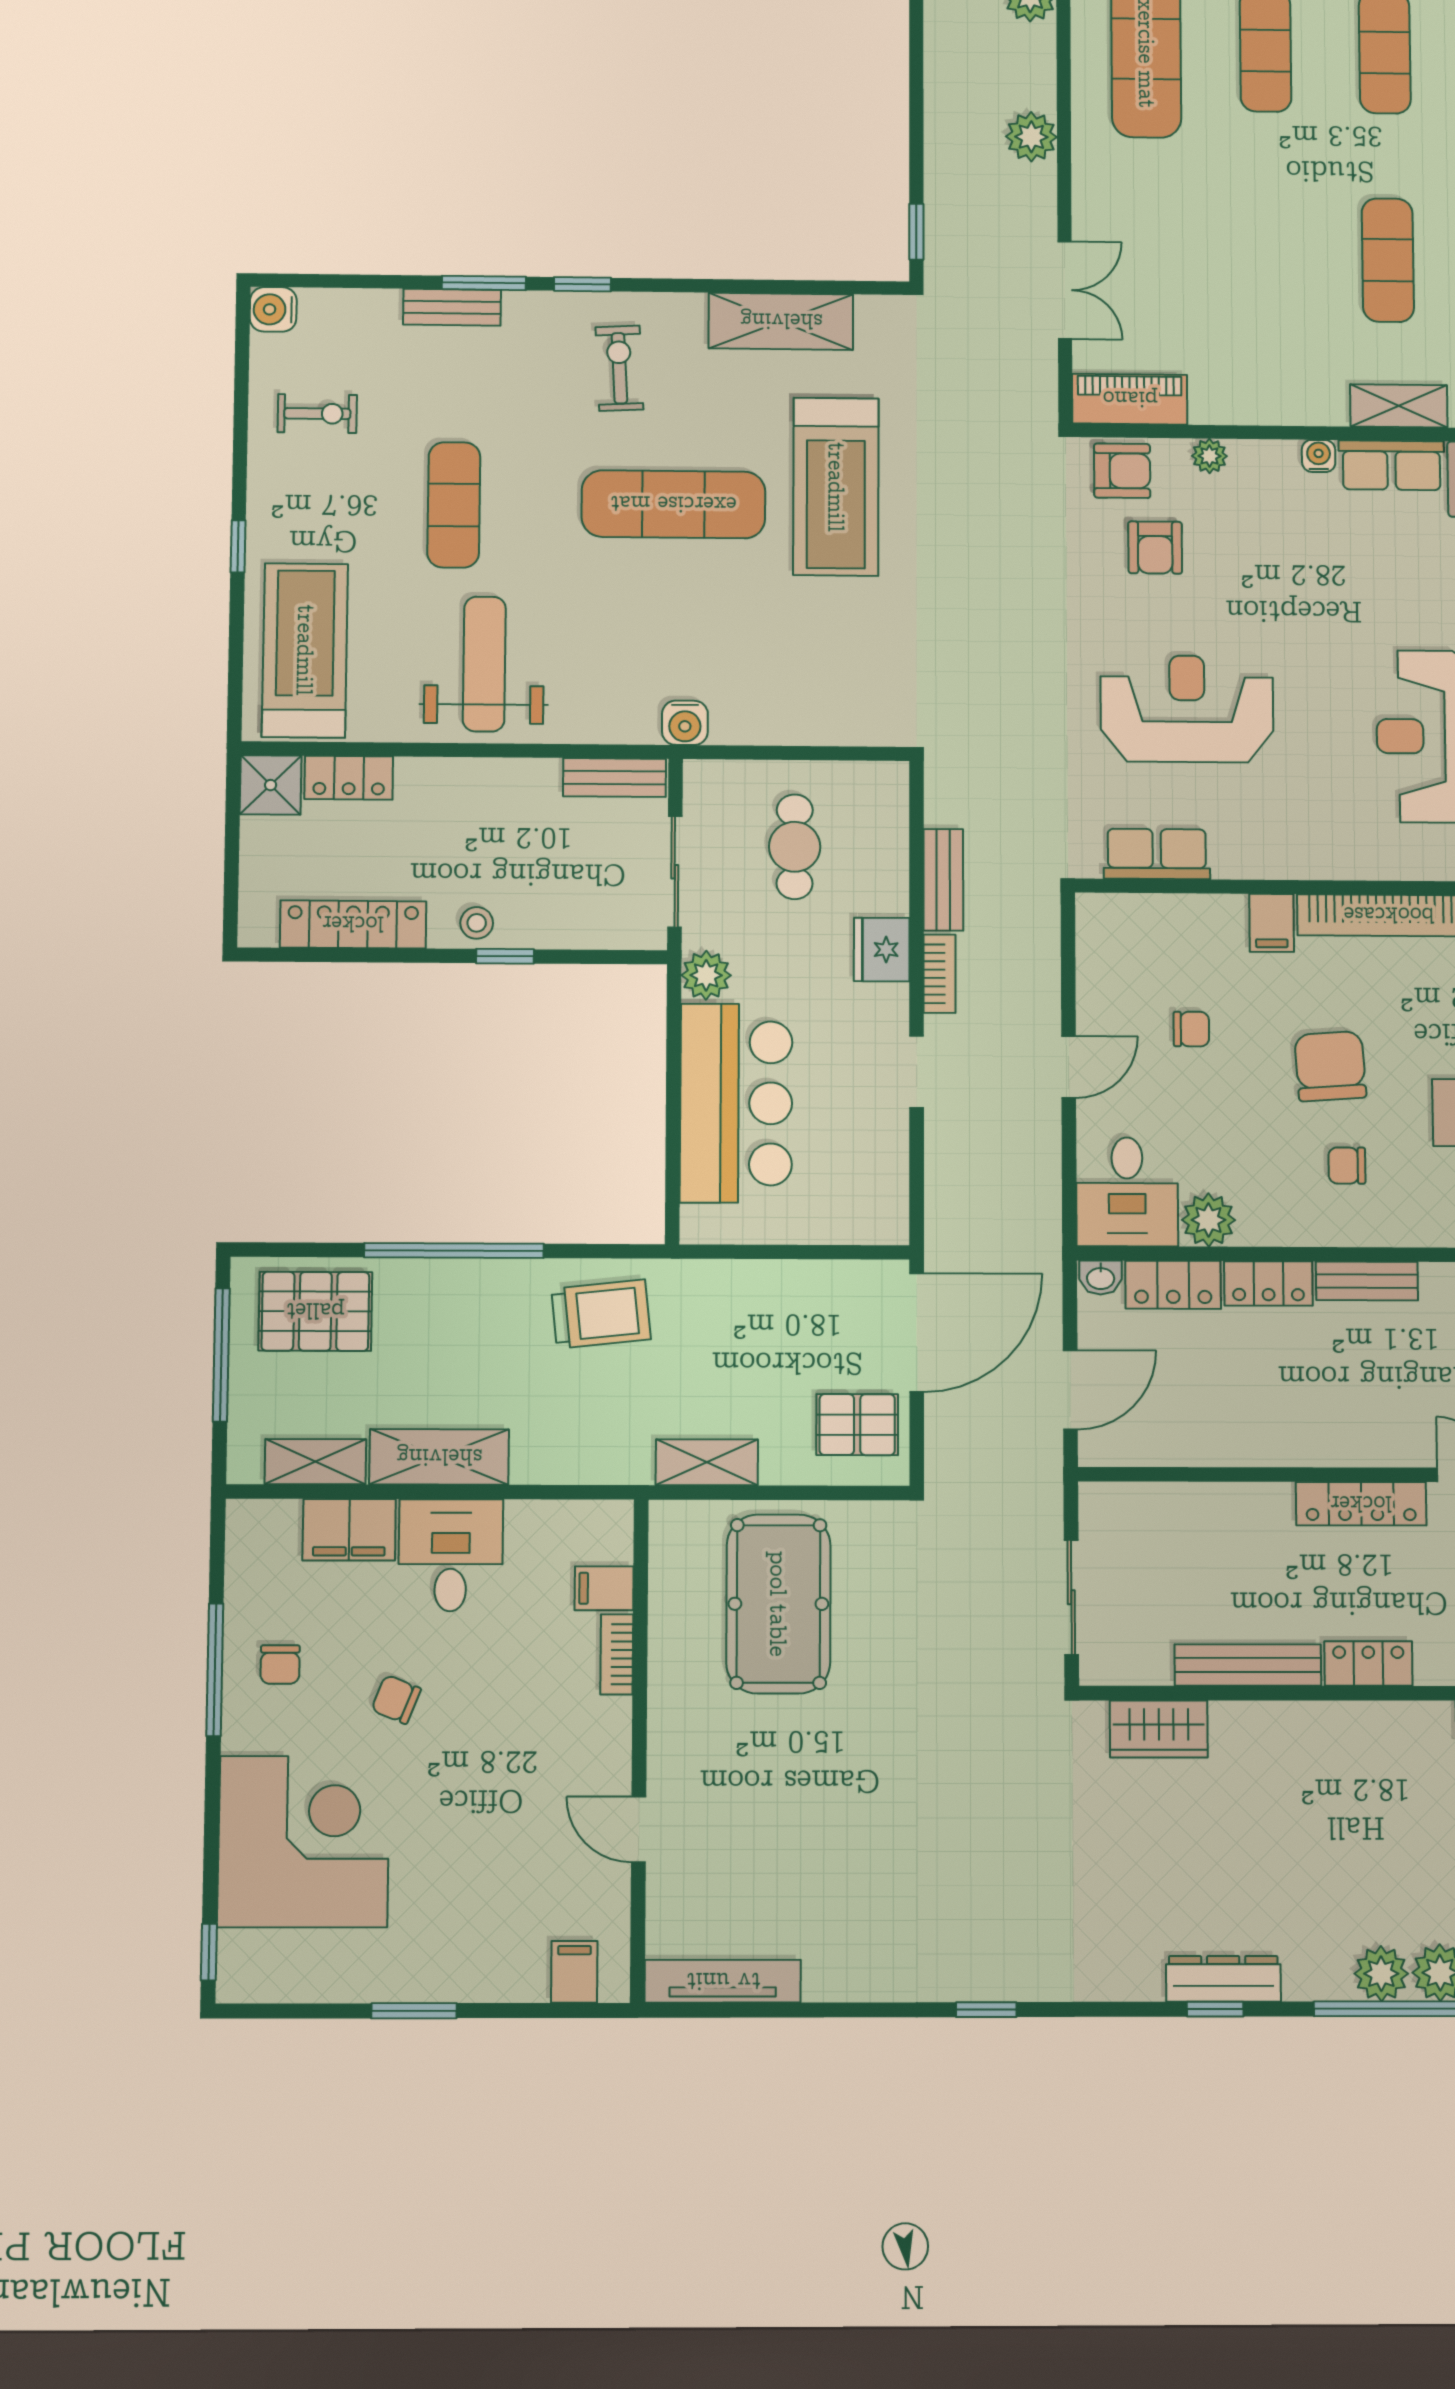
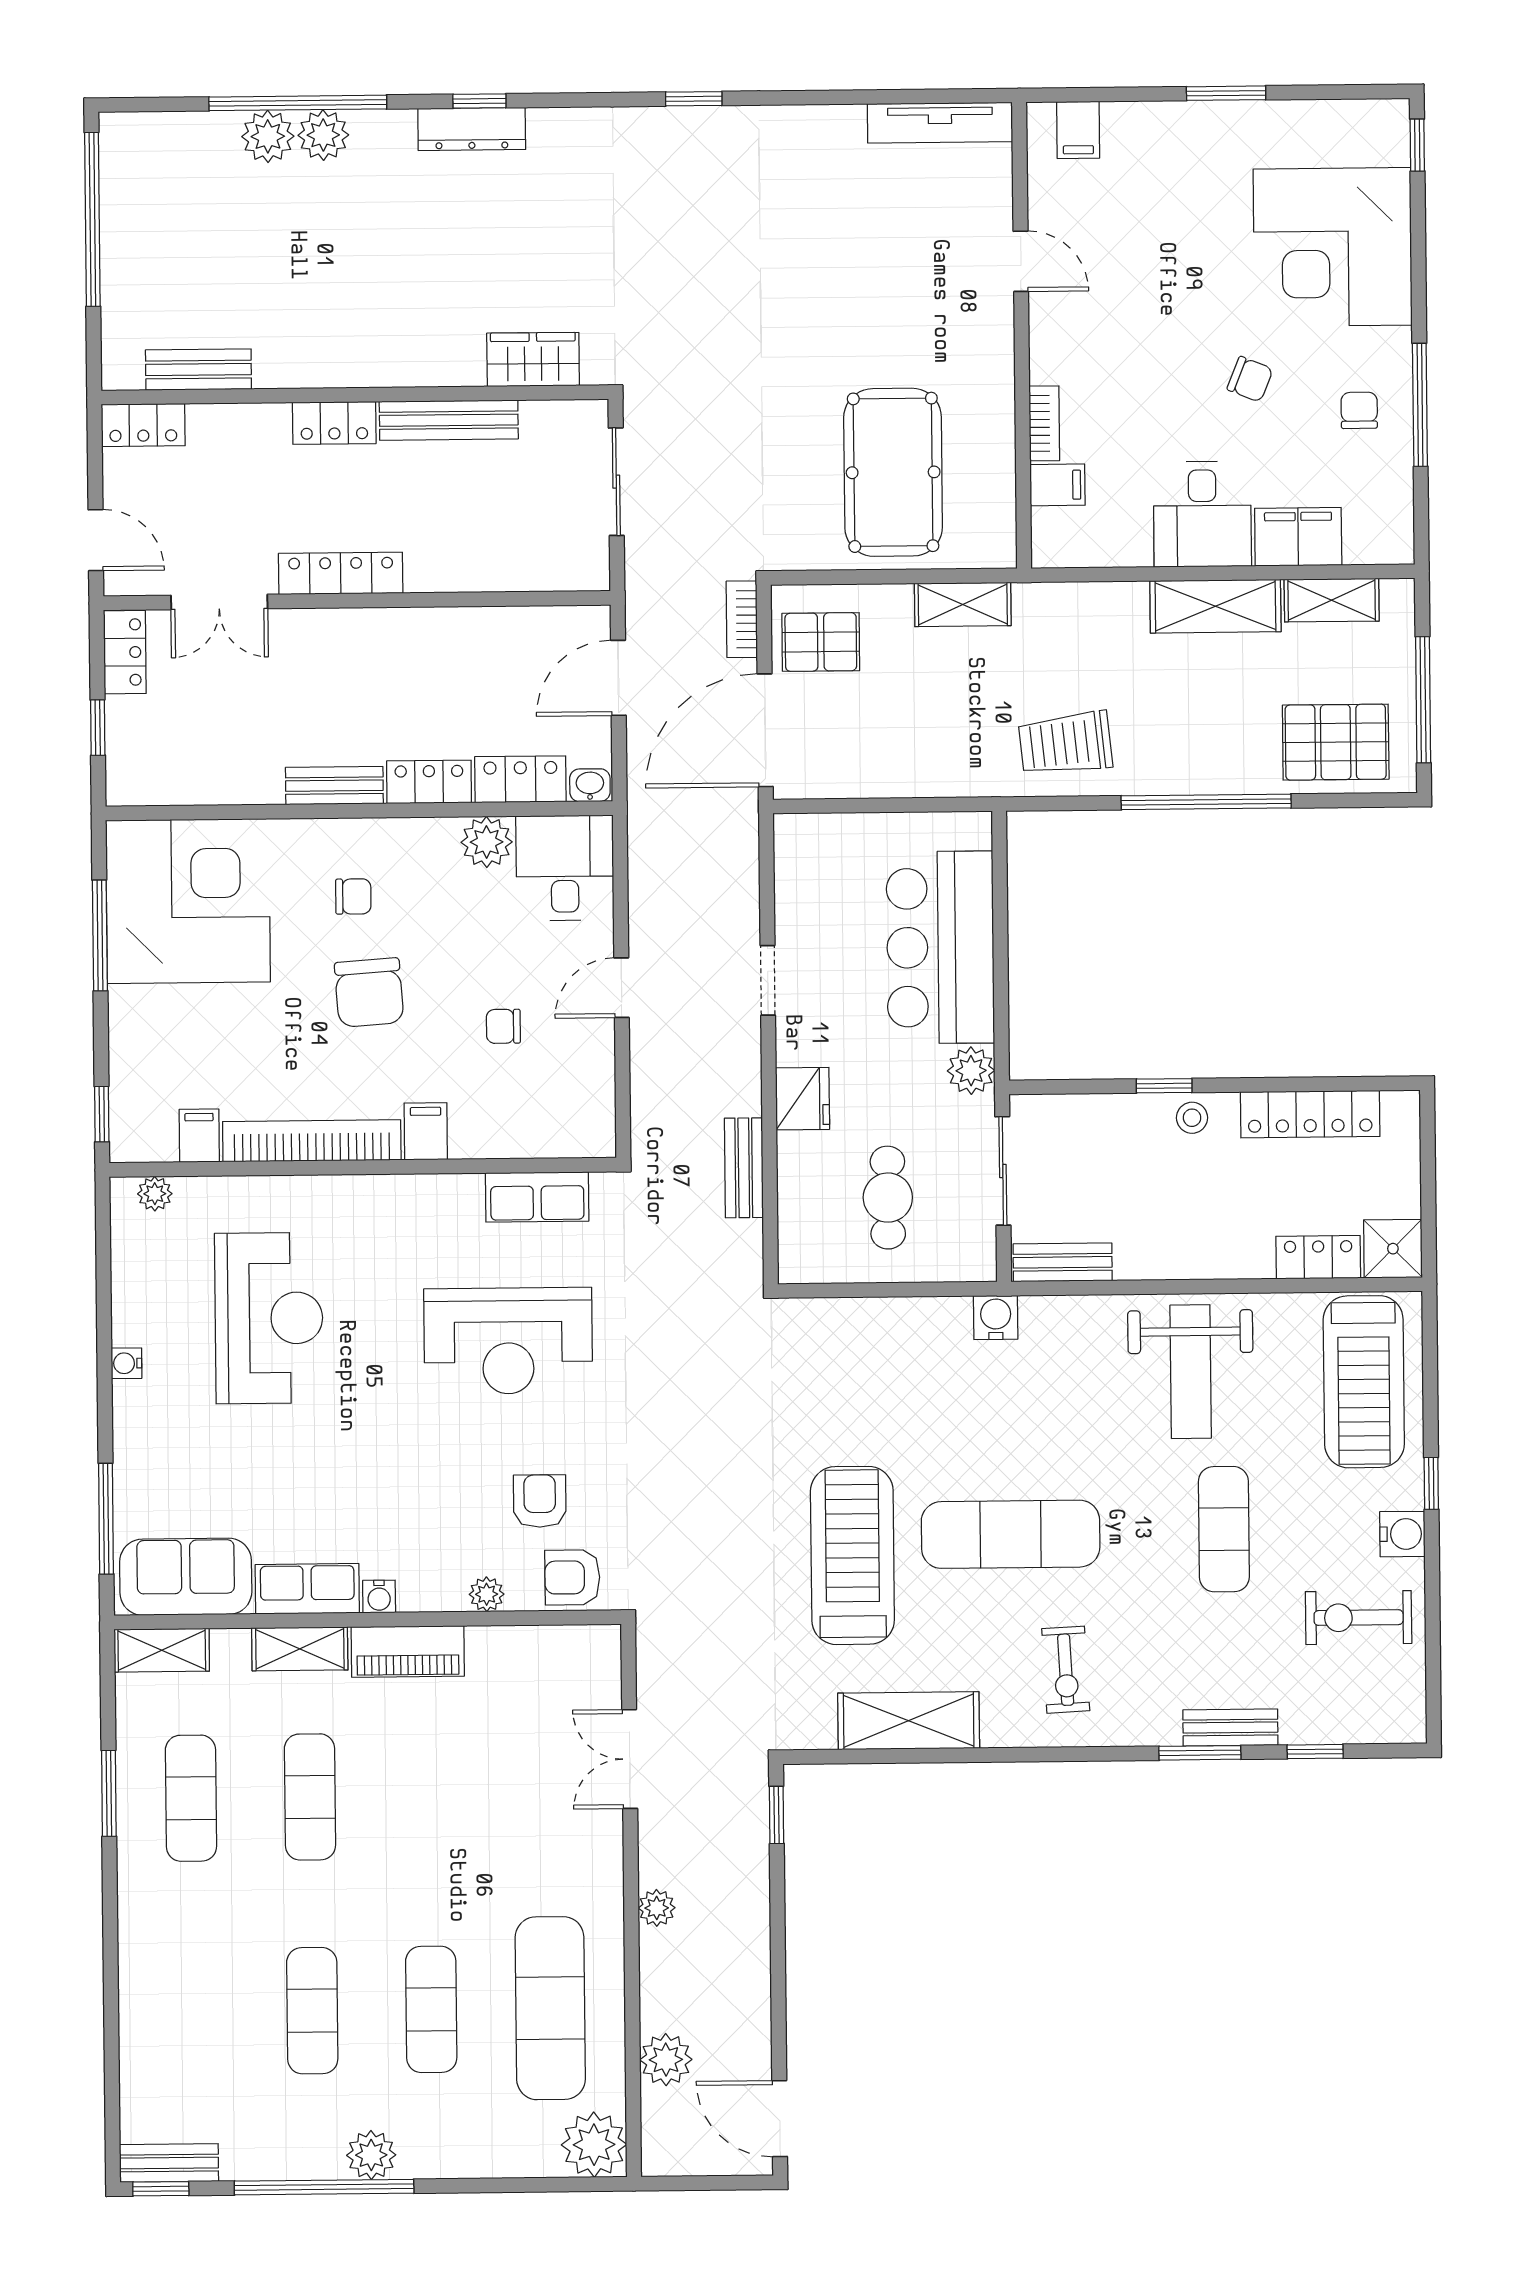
plant: (1031, 137) -> (657, 1908), width x0.73, depth x0.73
window: (582, 284) -> (1315, 1752), moved
water cooler: (273, 309) -> (1402, 1534), moved
piano: (1130, 399) -> (408, 1651), moved
exercise bike: (317, 414) -> (1359, 1618), width x1.38, depth x1.39
bookcase: (940, 974) -> (742, 619), moved

